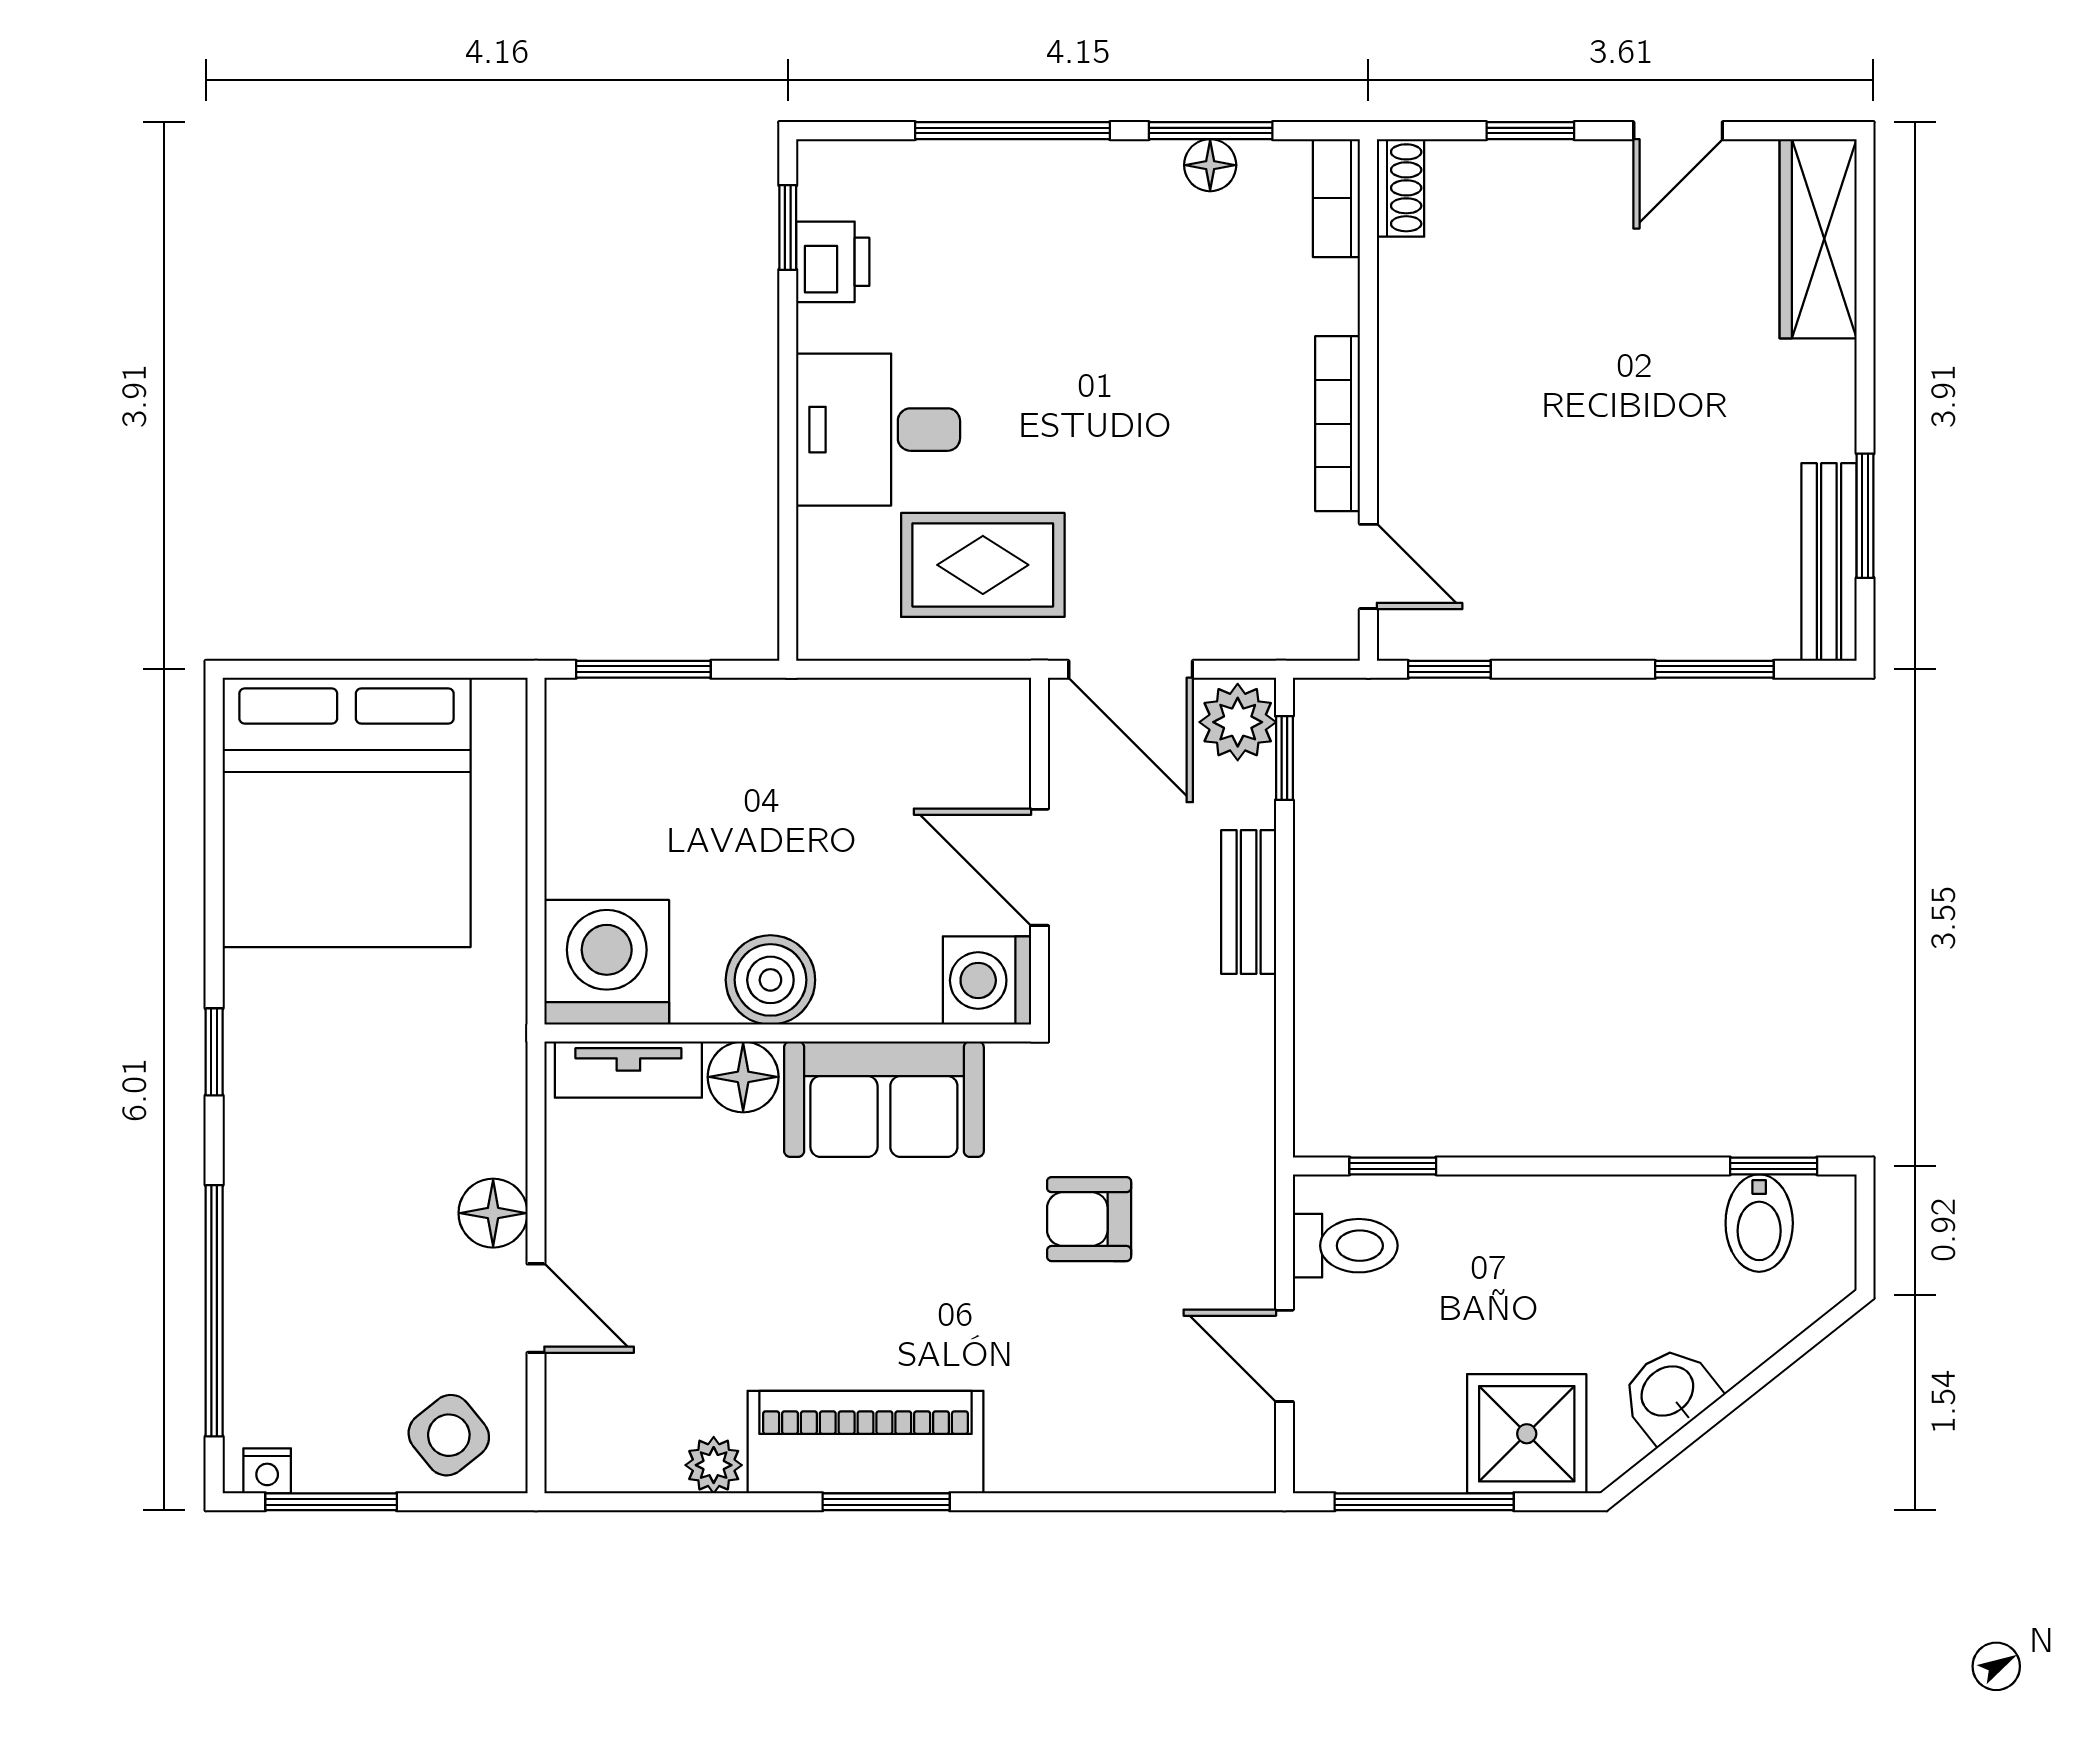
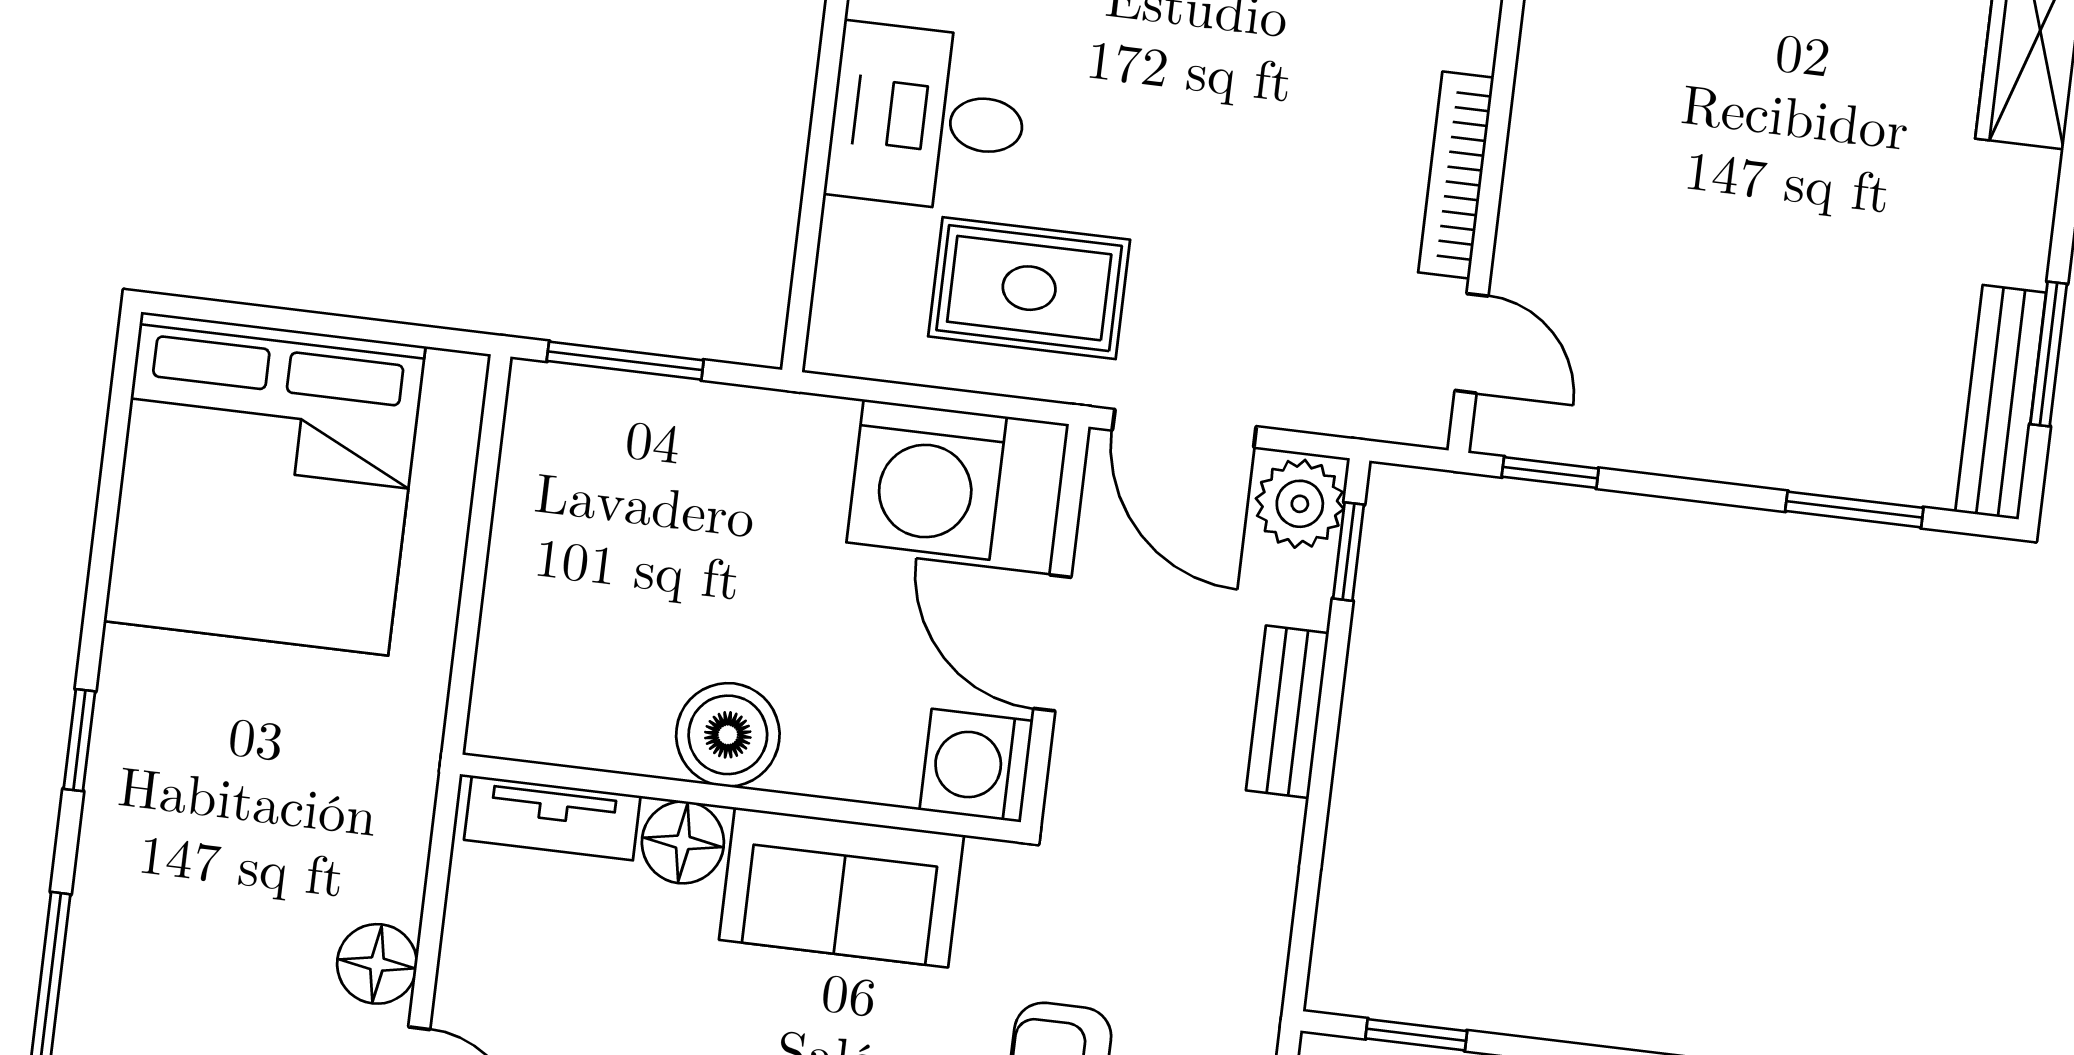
washing machine: (607, 962) -> (927, 480), moved, turned 180

